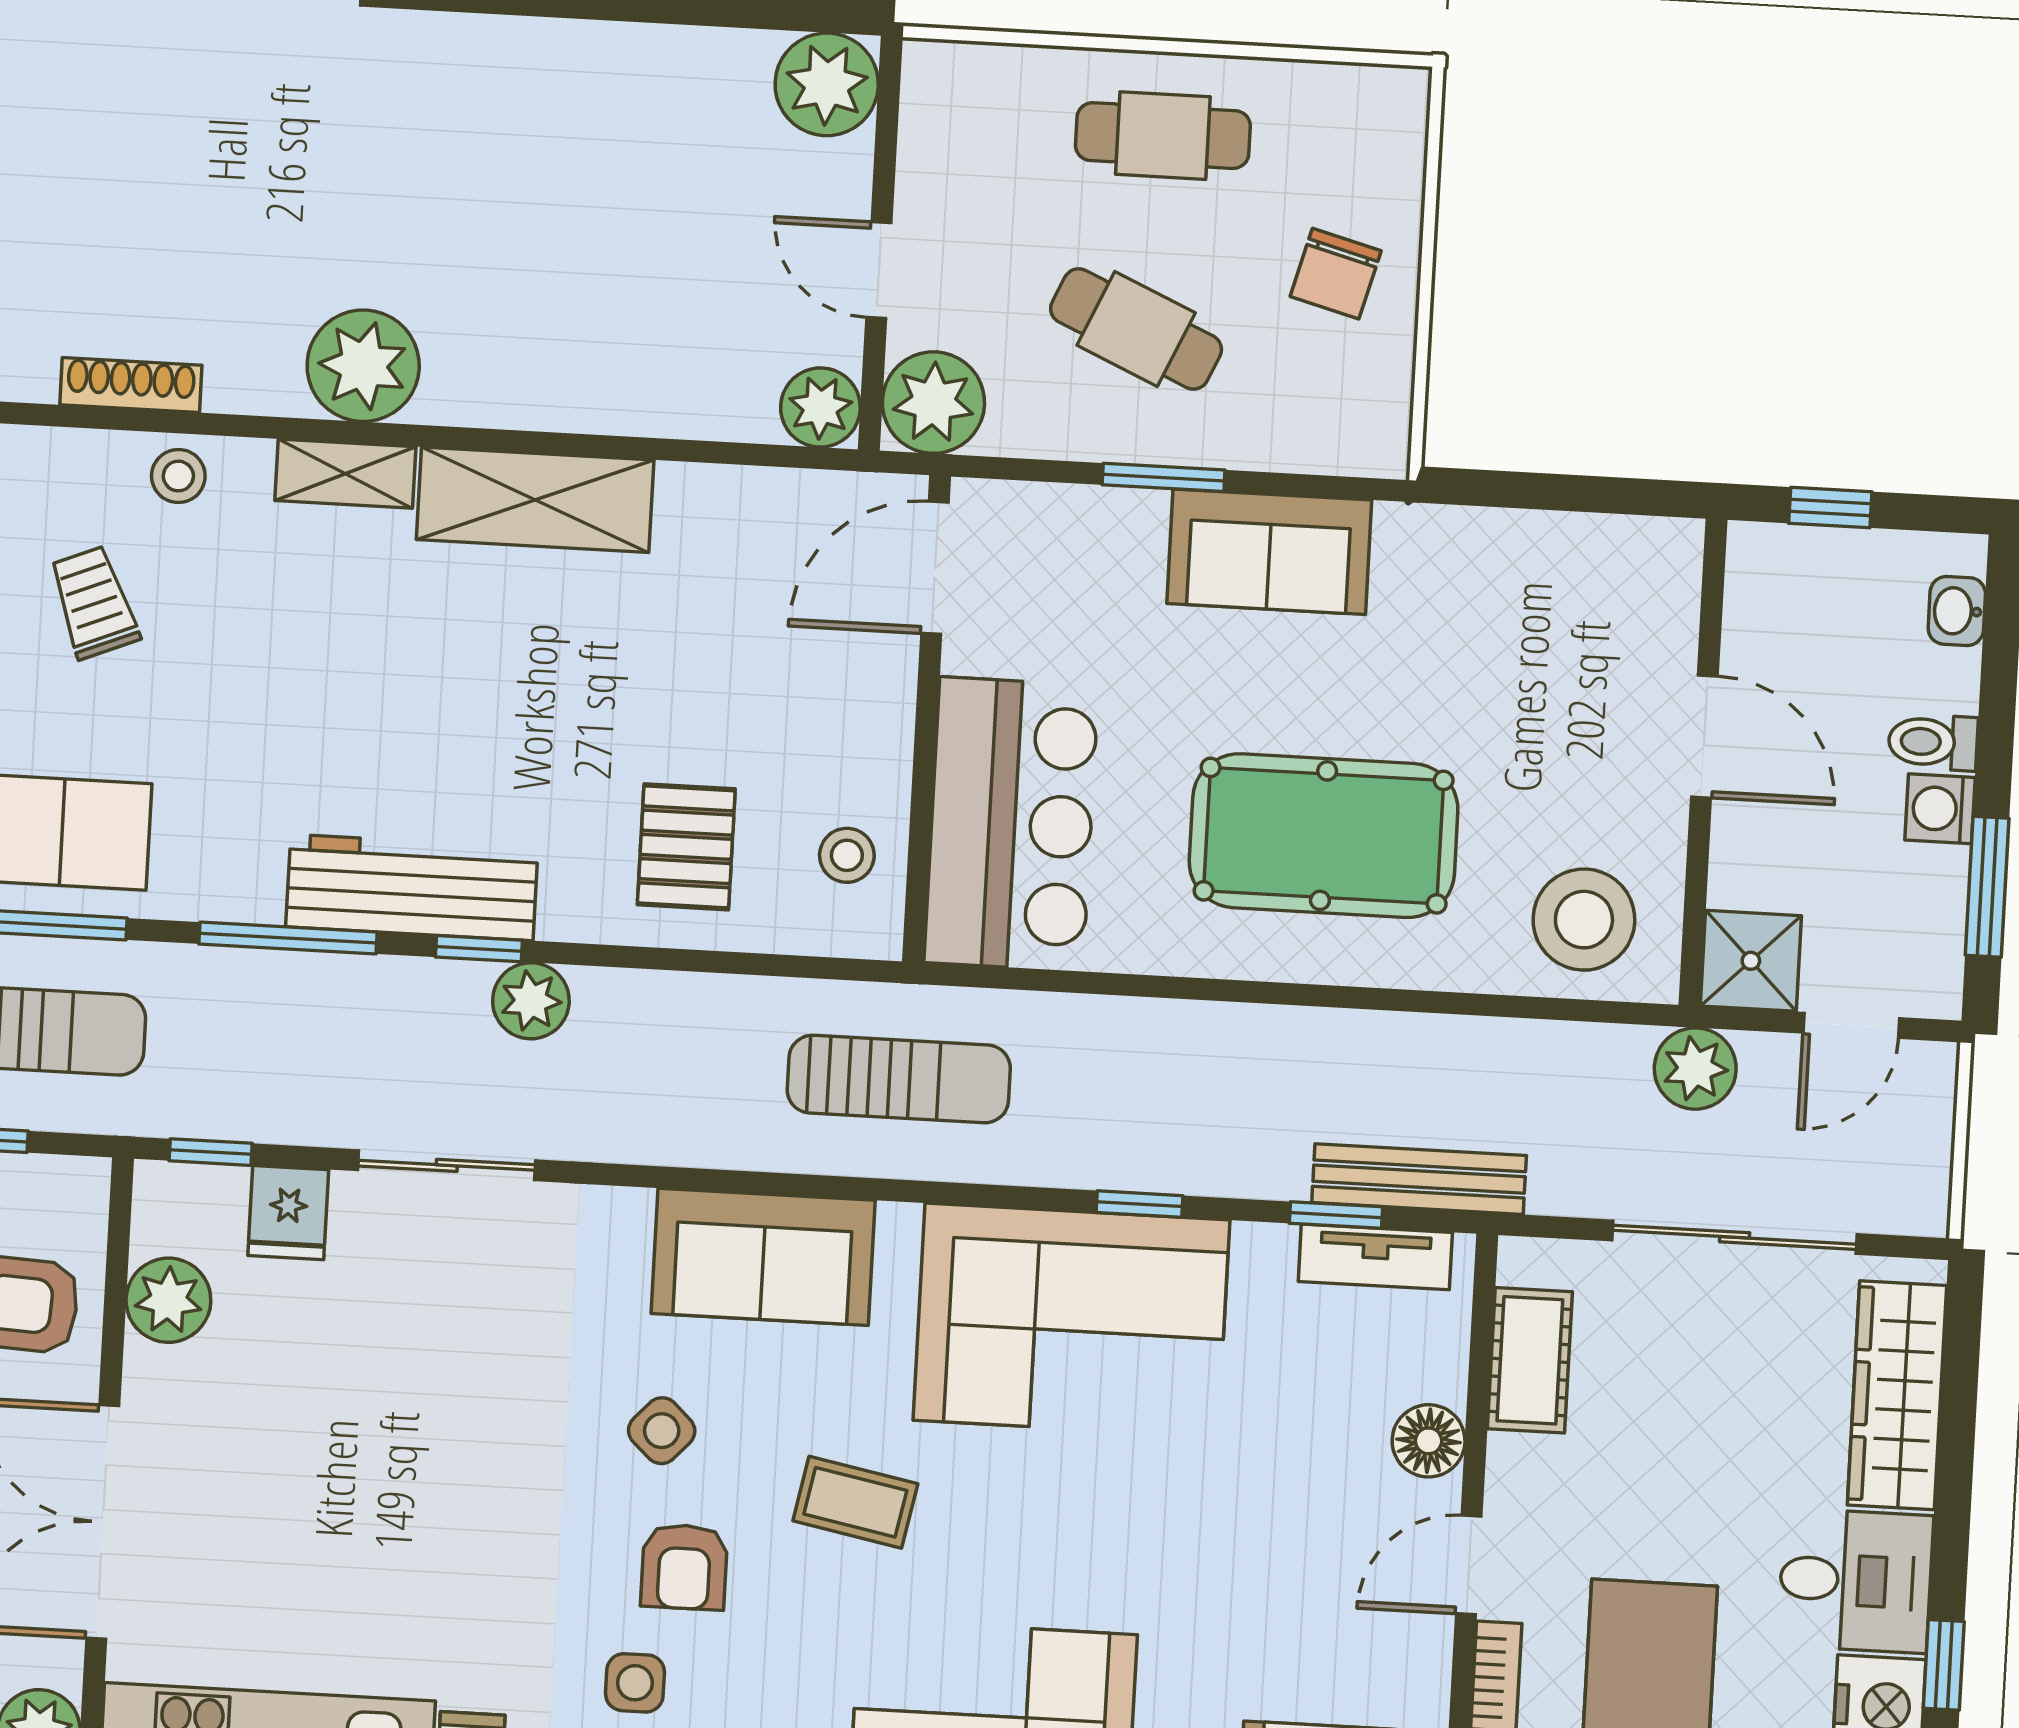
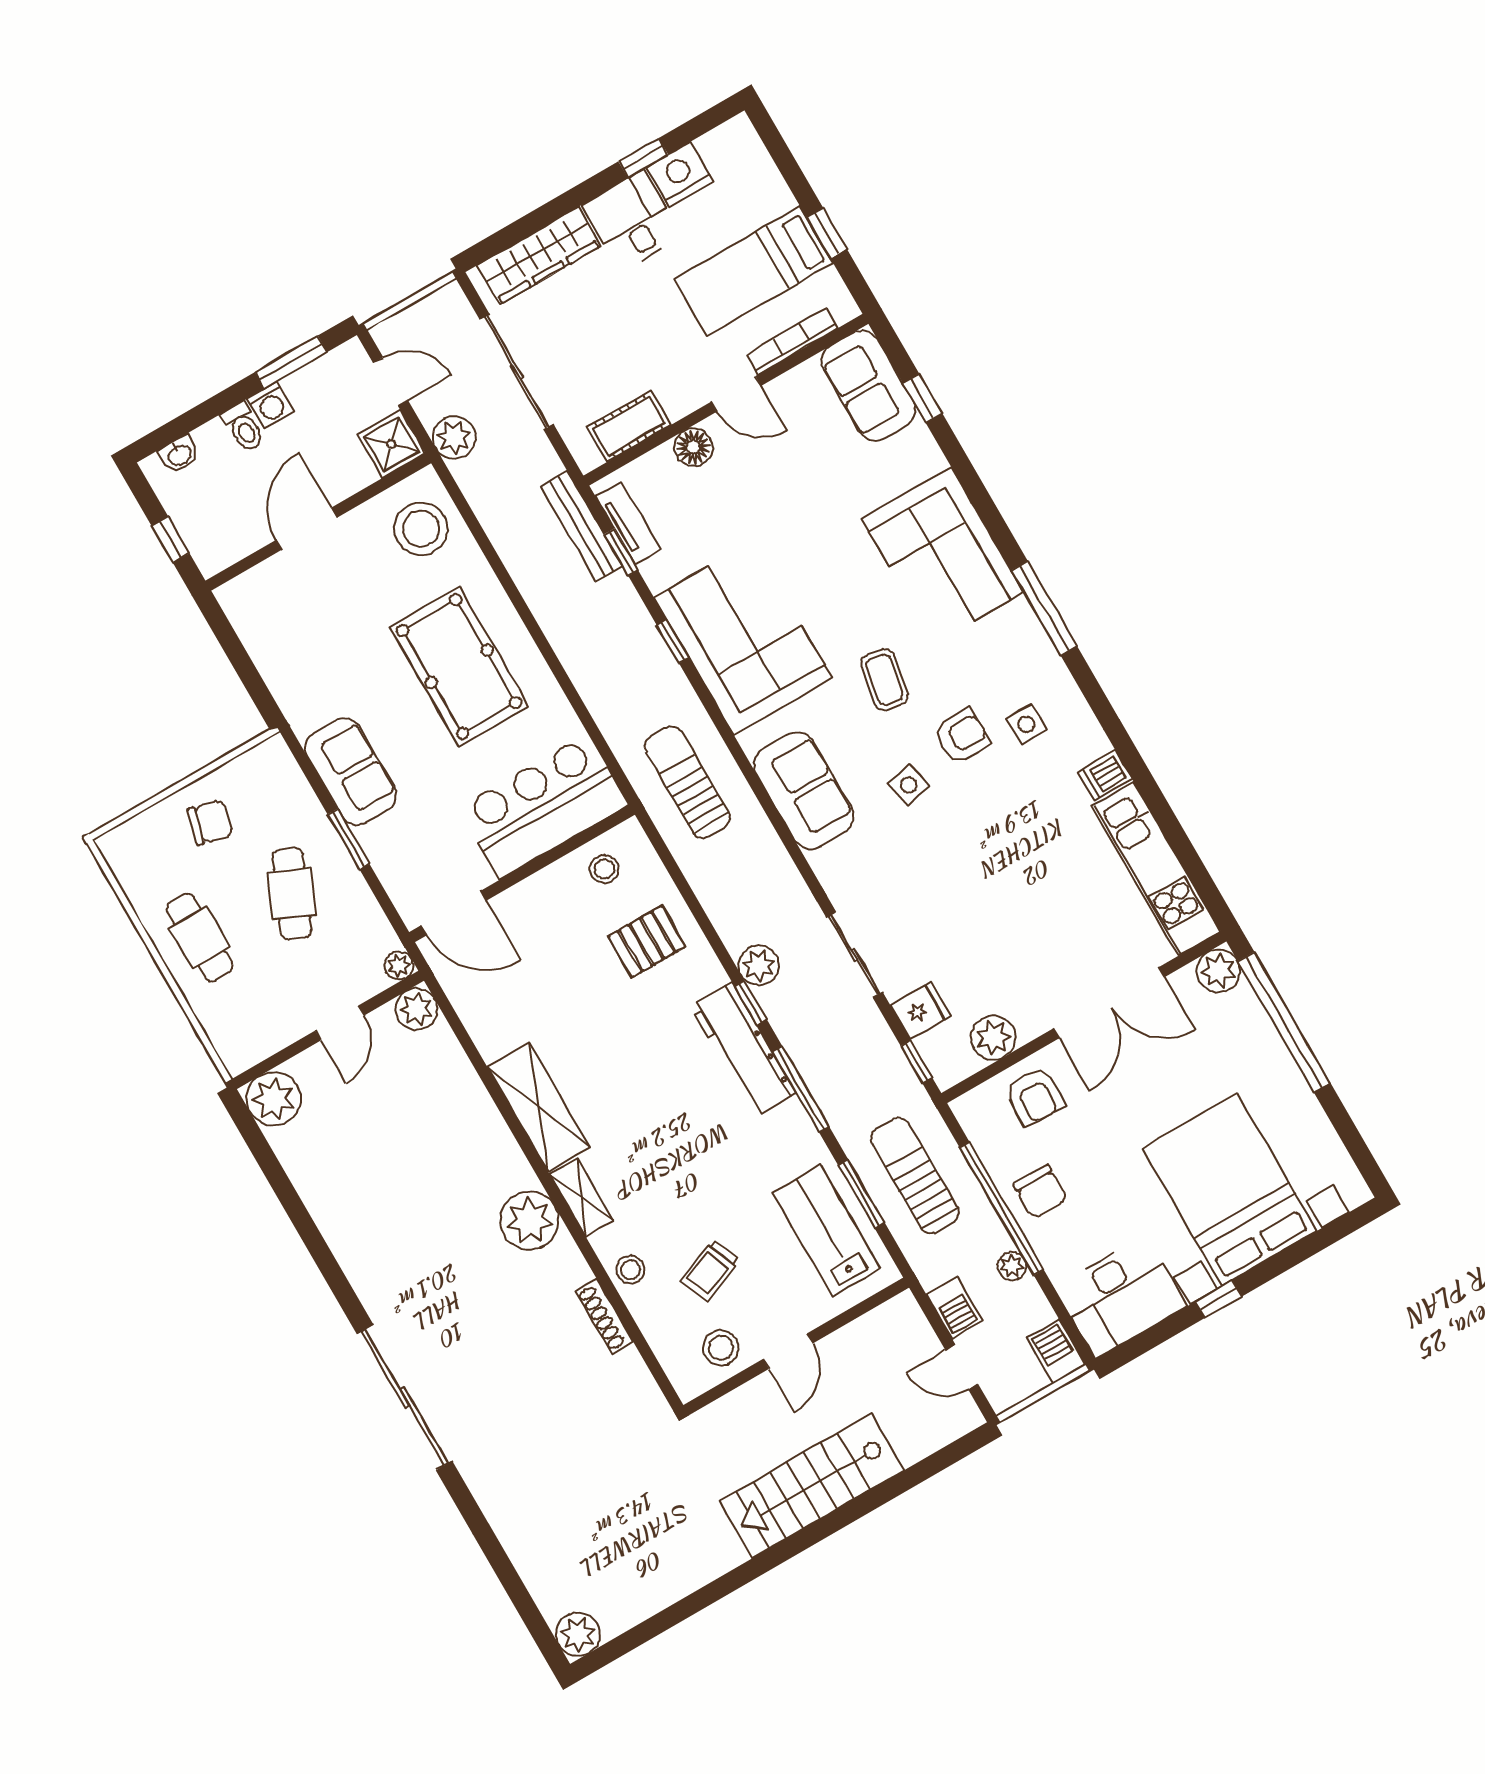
plant: (933, 403) -> (399, 966), width x0.53, depth x0.53
side table: (662, 1431) -> (909, 785), turned 35

